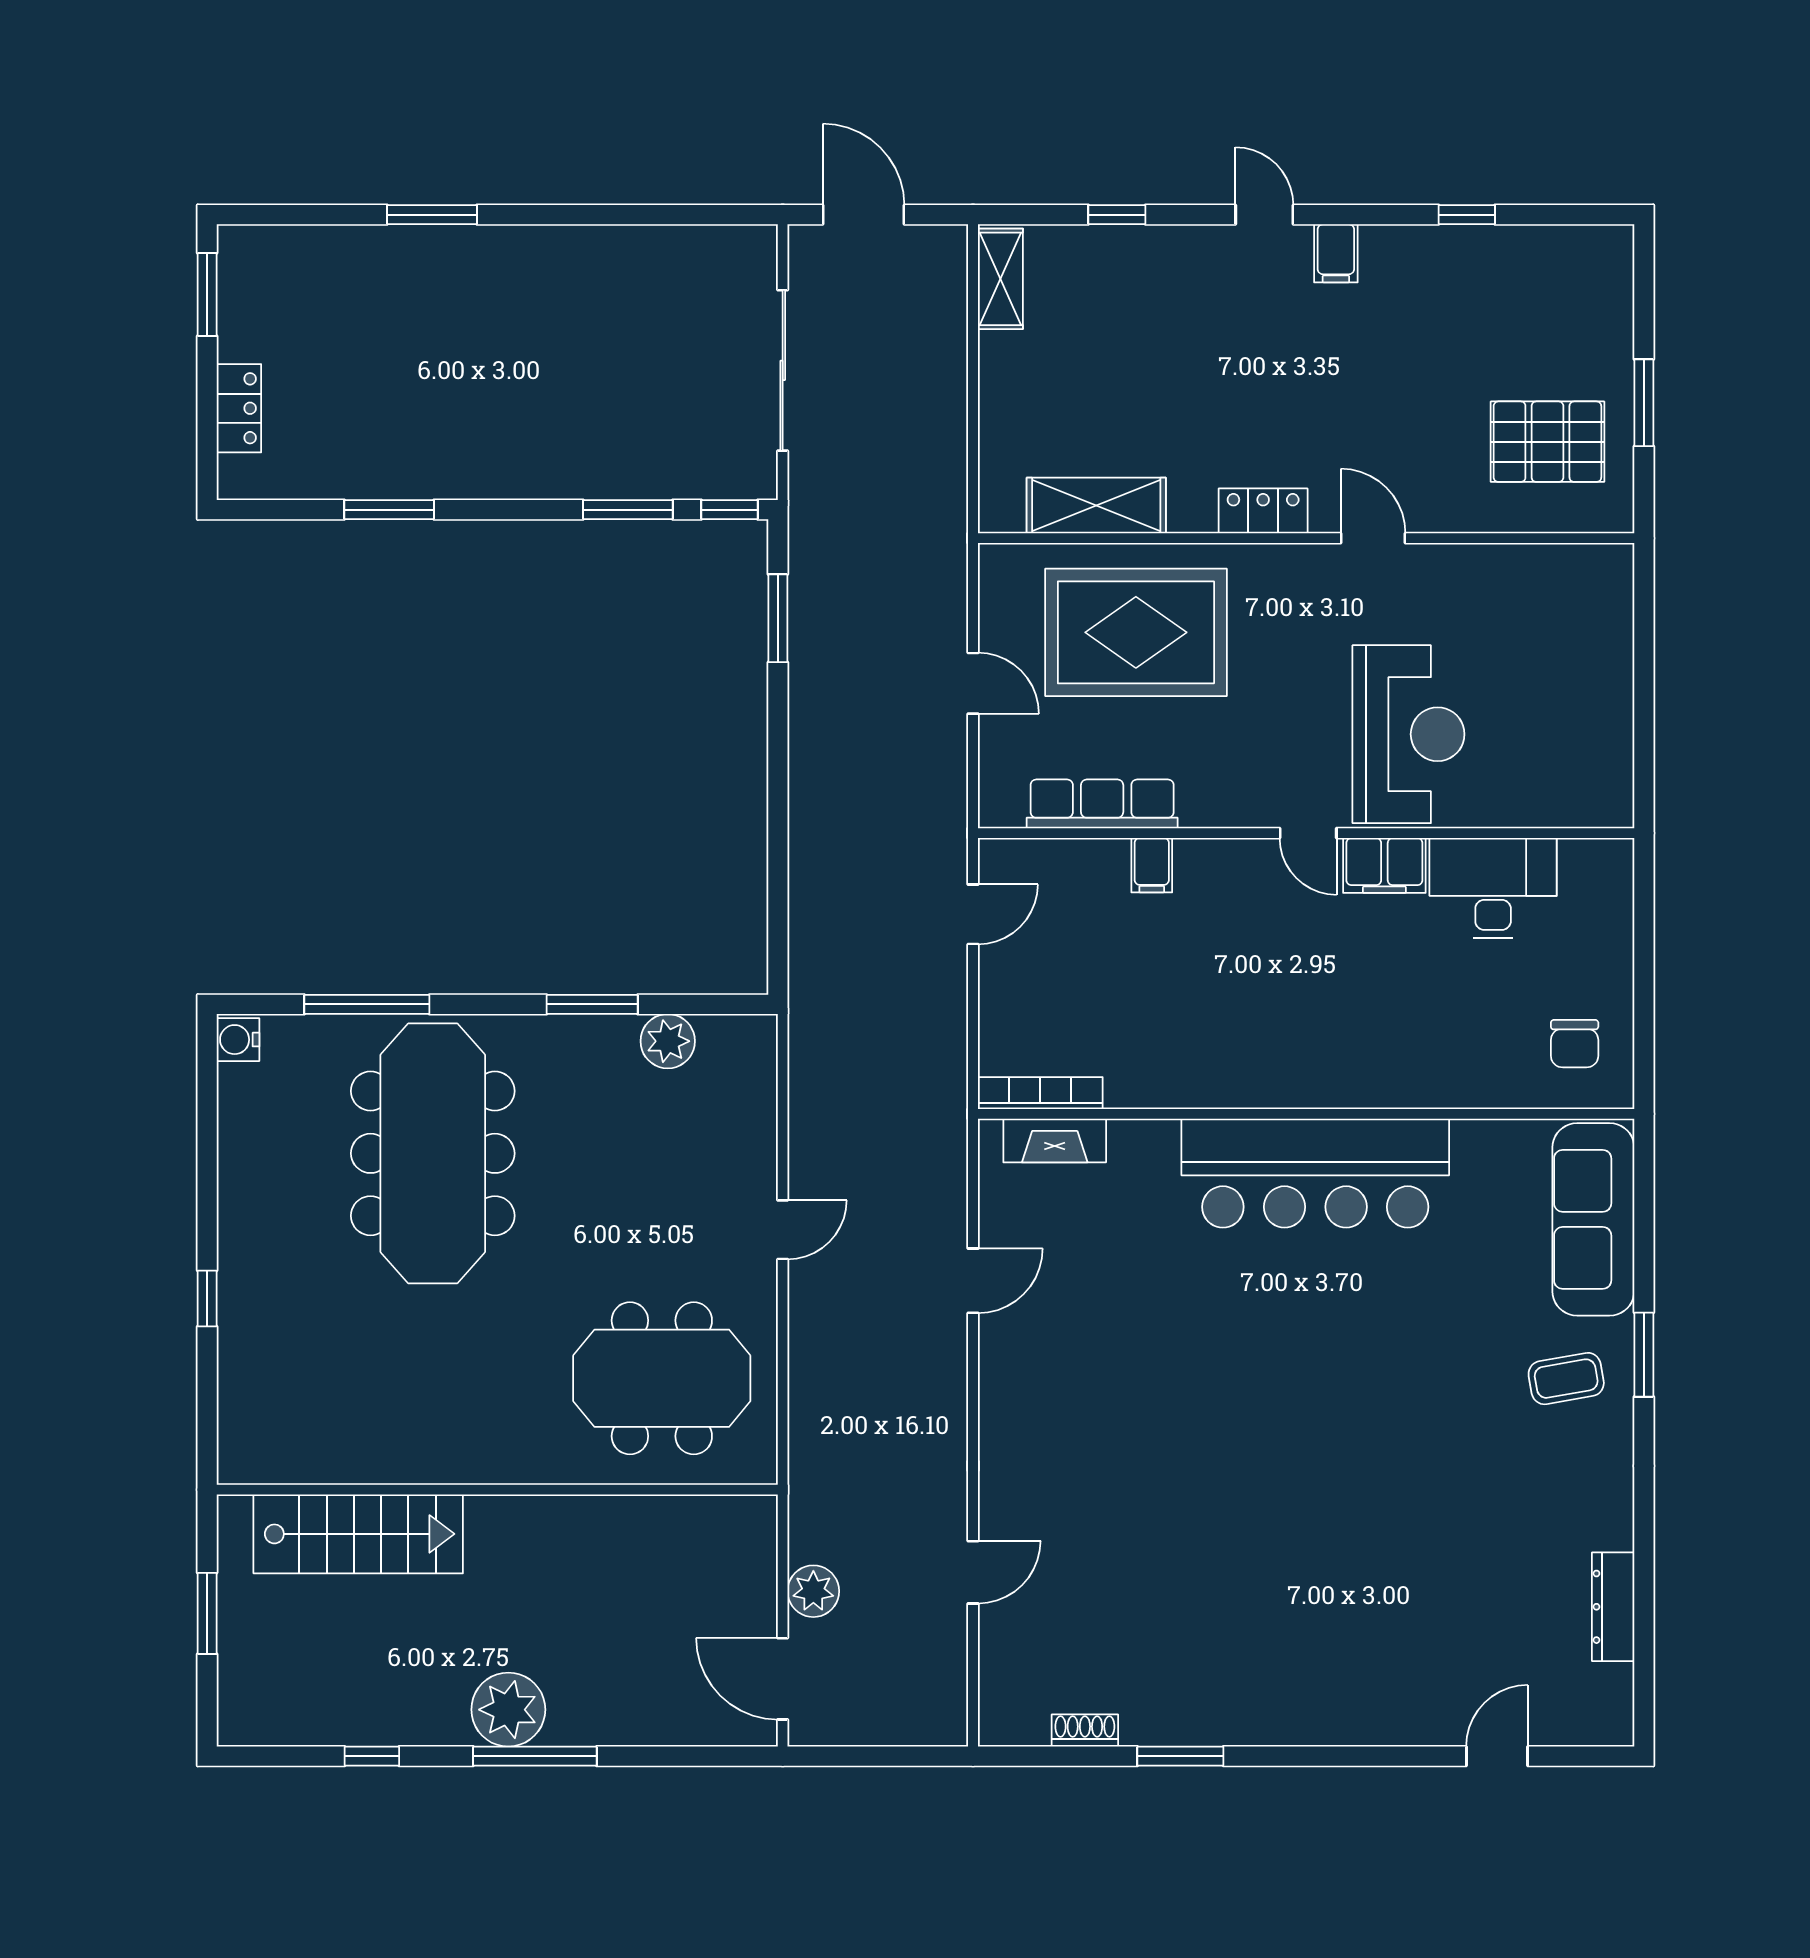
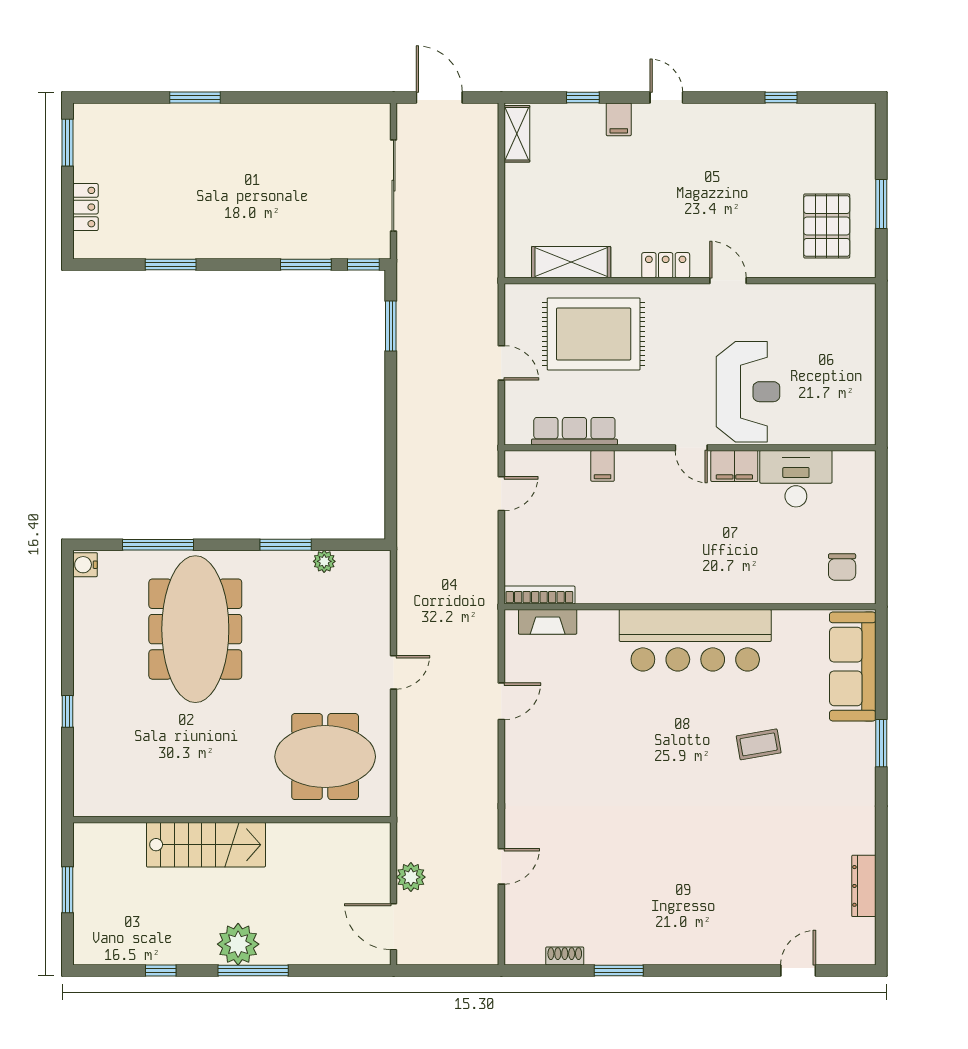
filing cabinet: (1336, 253) -> (619, 119), moved
pallet: (1547, 442) -> (827, 226), turned 90
plant: (668, 1041) -> (324, 561), width x0.73, depth x0.73
coffee table: (1566, 1379) -> (759, 744), moved
stairs: (358, 1534) -> (206, 845), moved

